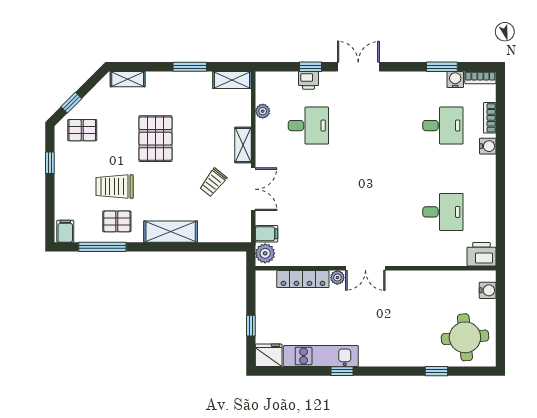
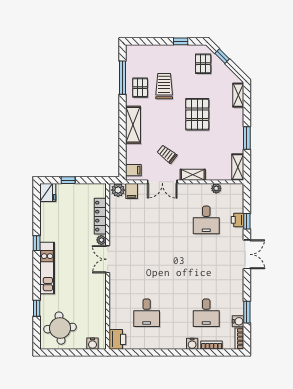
pallet: (155, 139) -> (197, 114), turned 90
filing cabinet: (65, 231) -> (133, 170), moved
kitchen unit: (321, 356) -> (47, 268), moved

